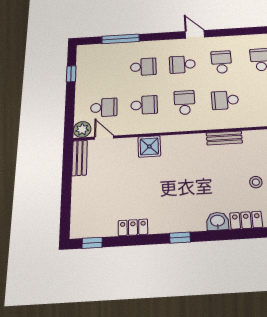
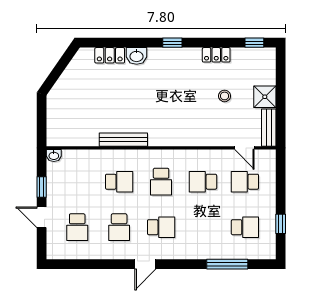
door: (195, 34) -> (145, 264), hinge flipped
school desk: (143, 67) -> (245, 227), moved, turned 180
plant: (82, 129) -> (267, 158), removed
bench: (224, 138) -> (123, 140), width x1.36
shower: (149, 146) -> (265, 97), moved
stool: (256, 182) -> (225, 96), moved

